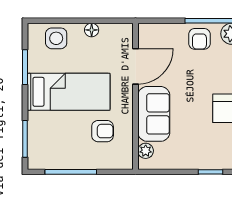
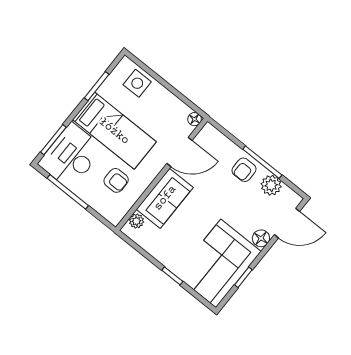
floor lamp: (92, 30) -> (195, 119), moved
desk: (50, 141) -> (71, 156), added

